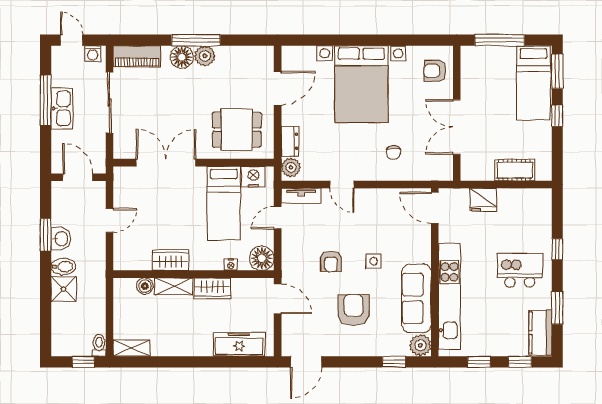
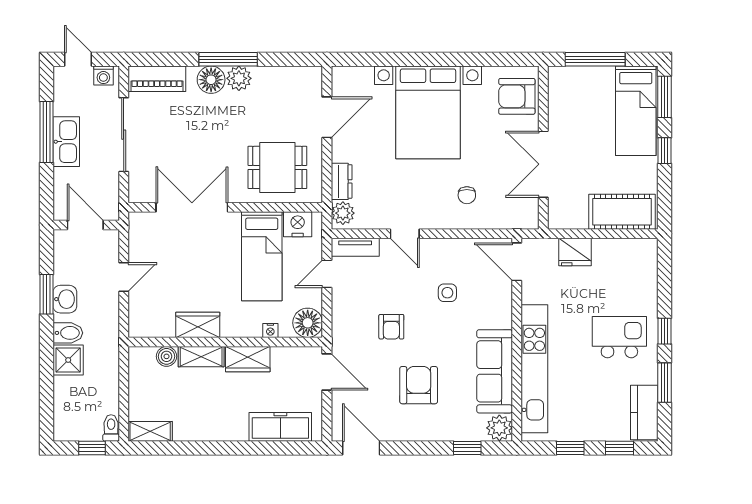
armchair: (435, 71) -> (517, 96), width x1.38, depth x1.38
cot: (515, 170) -> (622, 212), width x1.37, depth x1.34
window: (557, 249) -> (665, 331), moved
side table: (374, 261) -> (447, 293), moved
door: (306, 362) -> (361, 448), swing flipped

